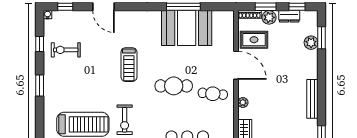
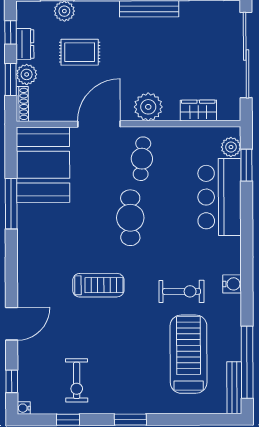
booth: (187, 28) -> (43, 165), moved
rug: (254, 40) -> (80, 52), moved, turned 90
plant: (243, 102) -> (148, 107), width x1.87, depth x1.87

